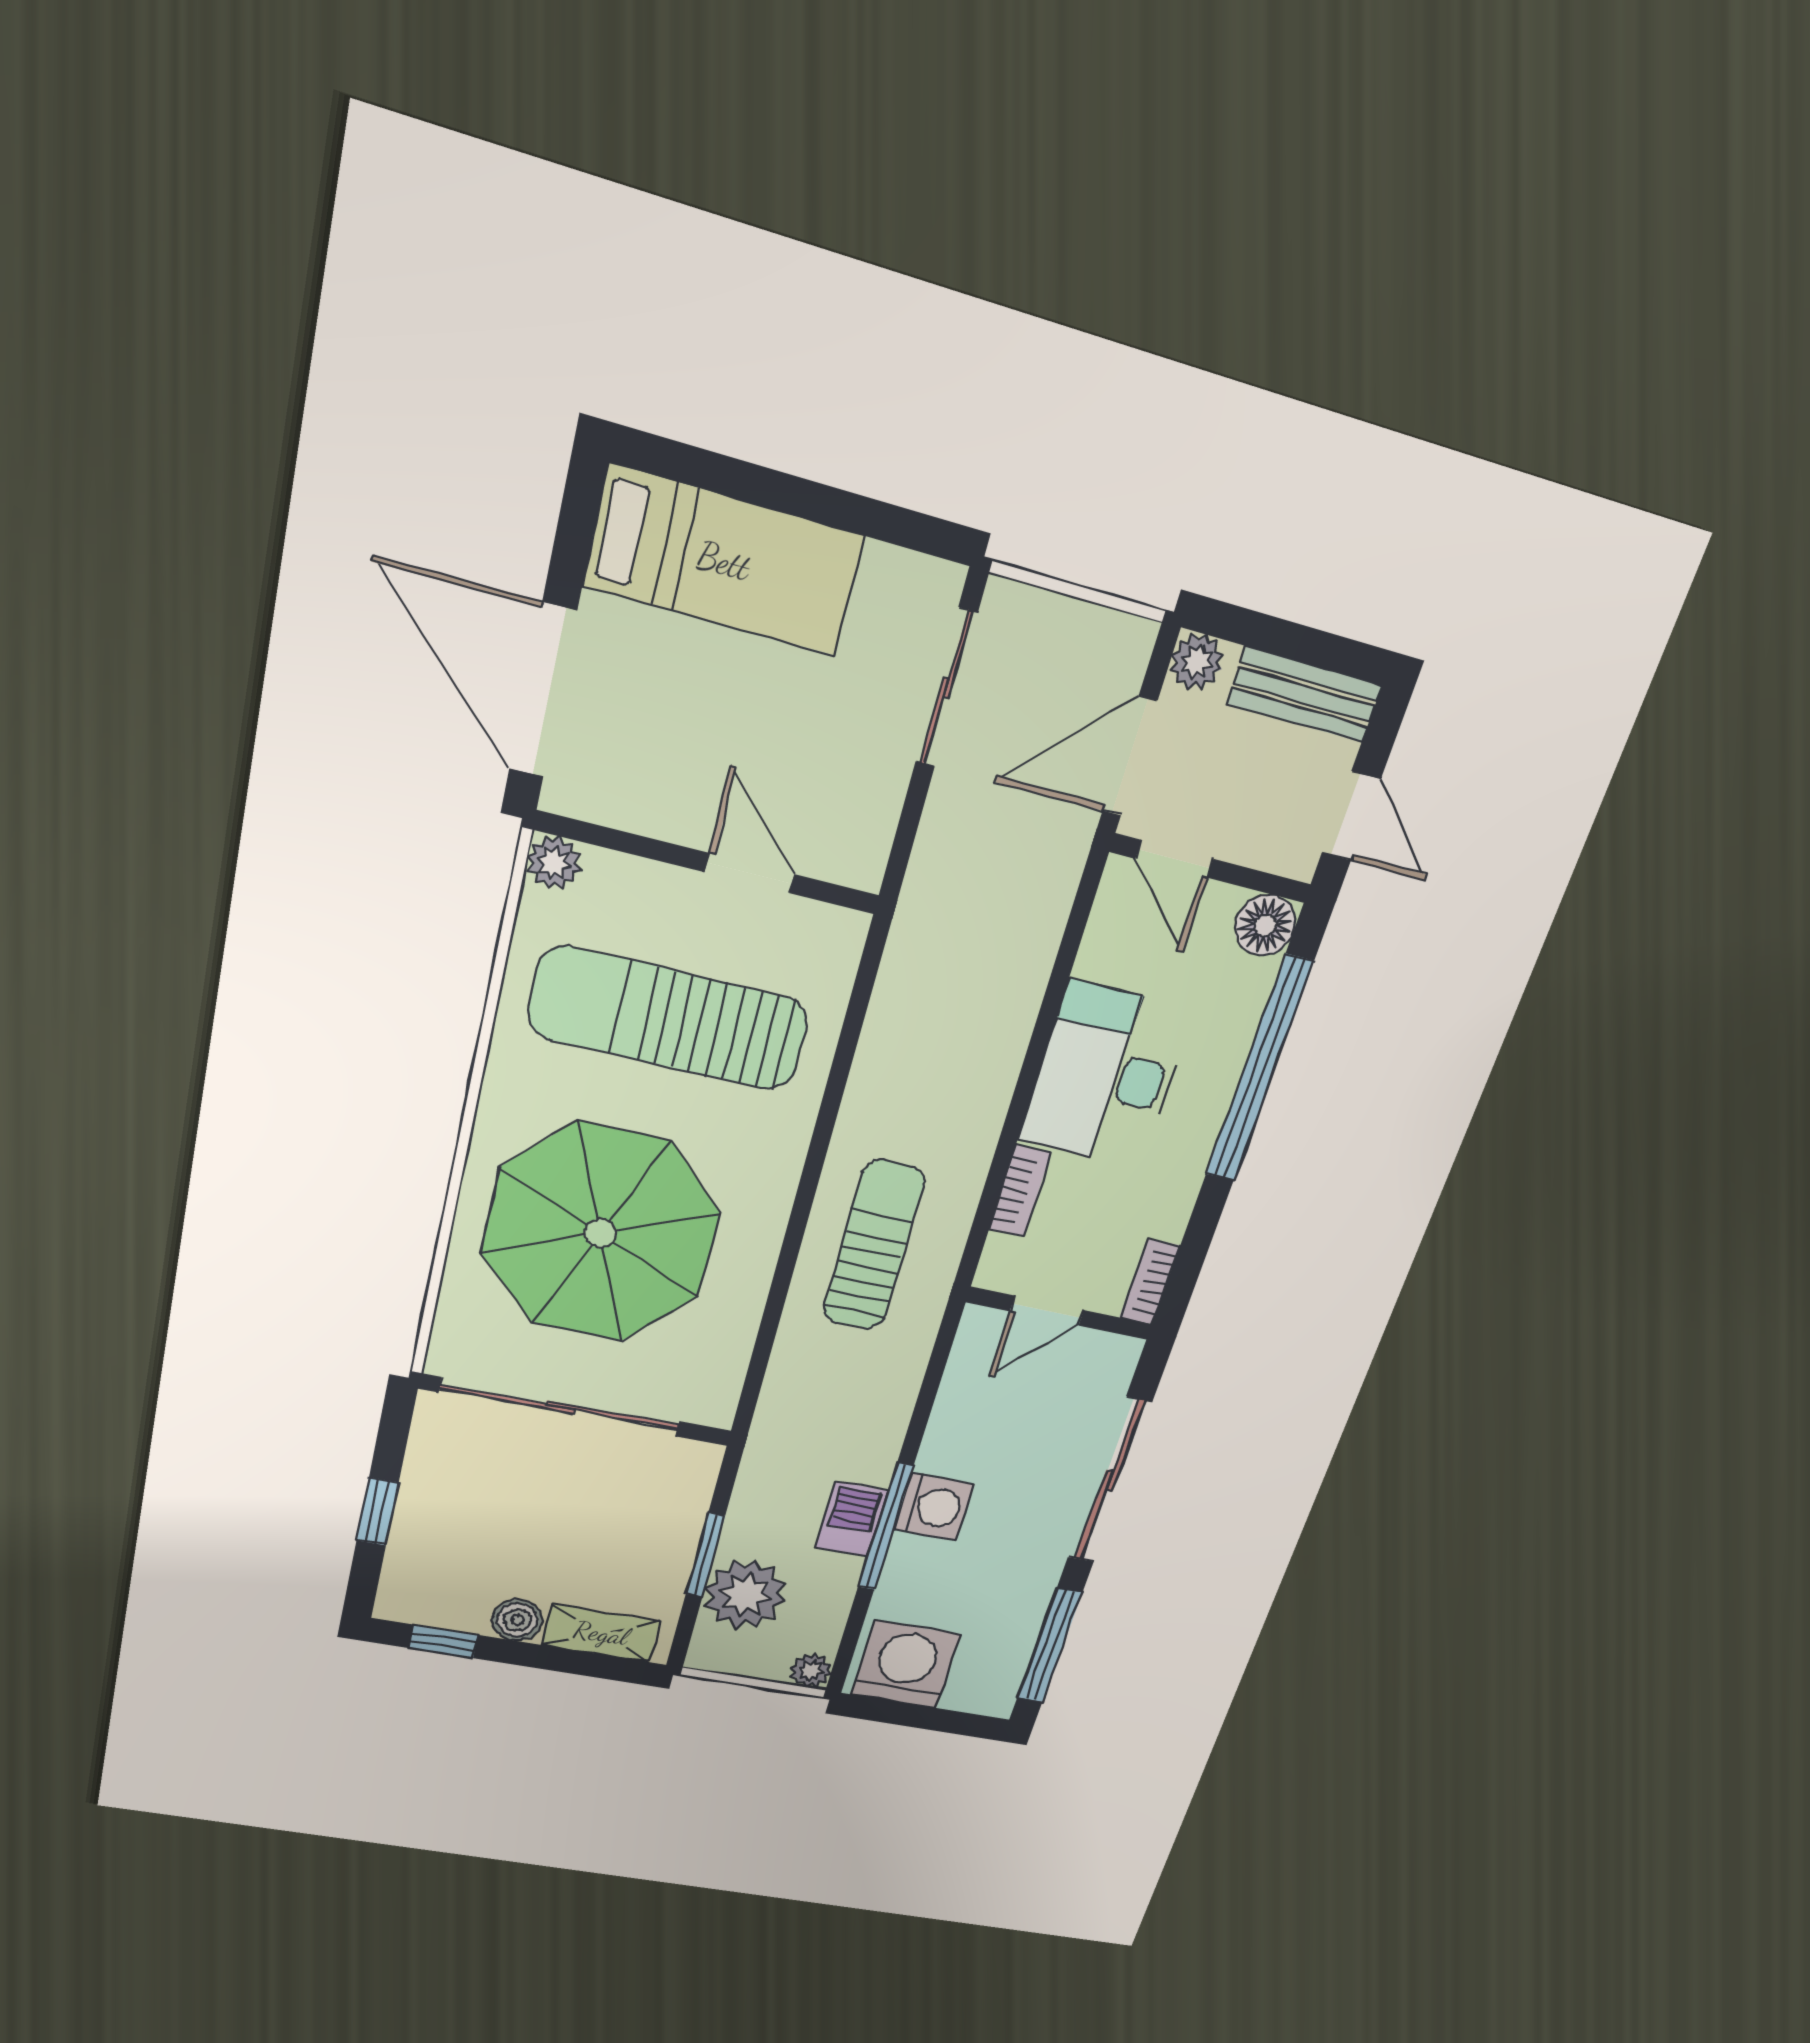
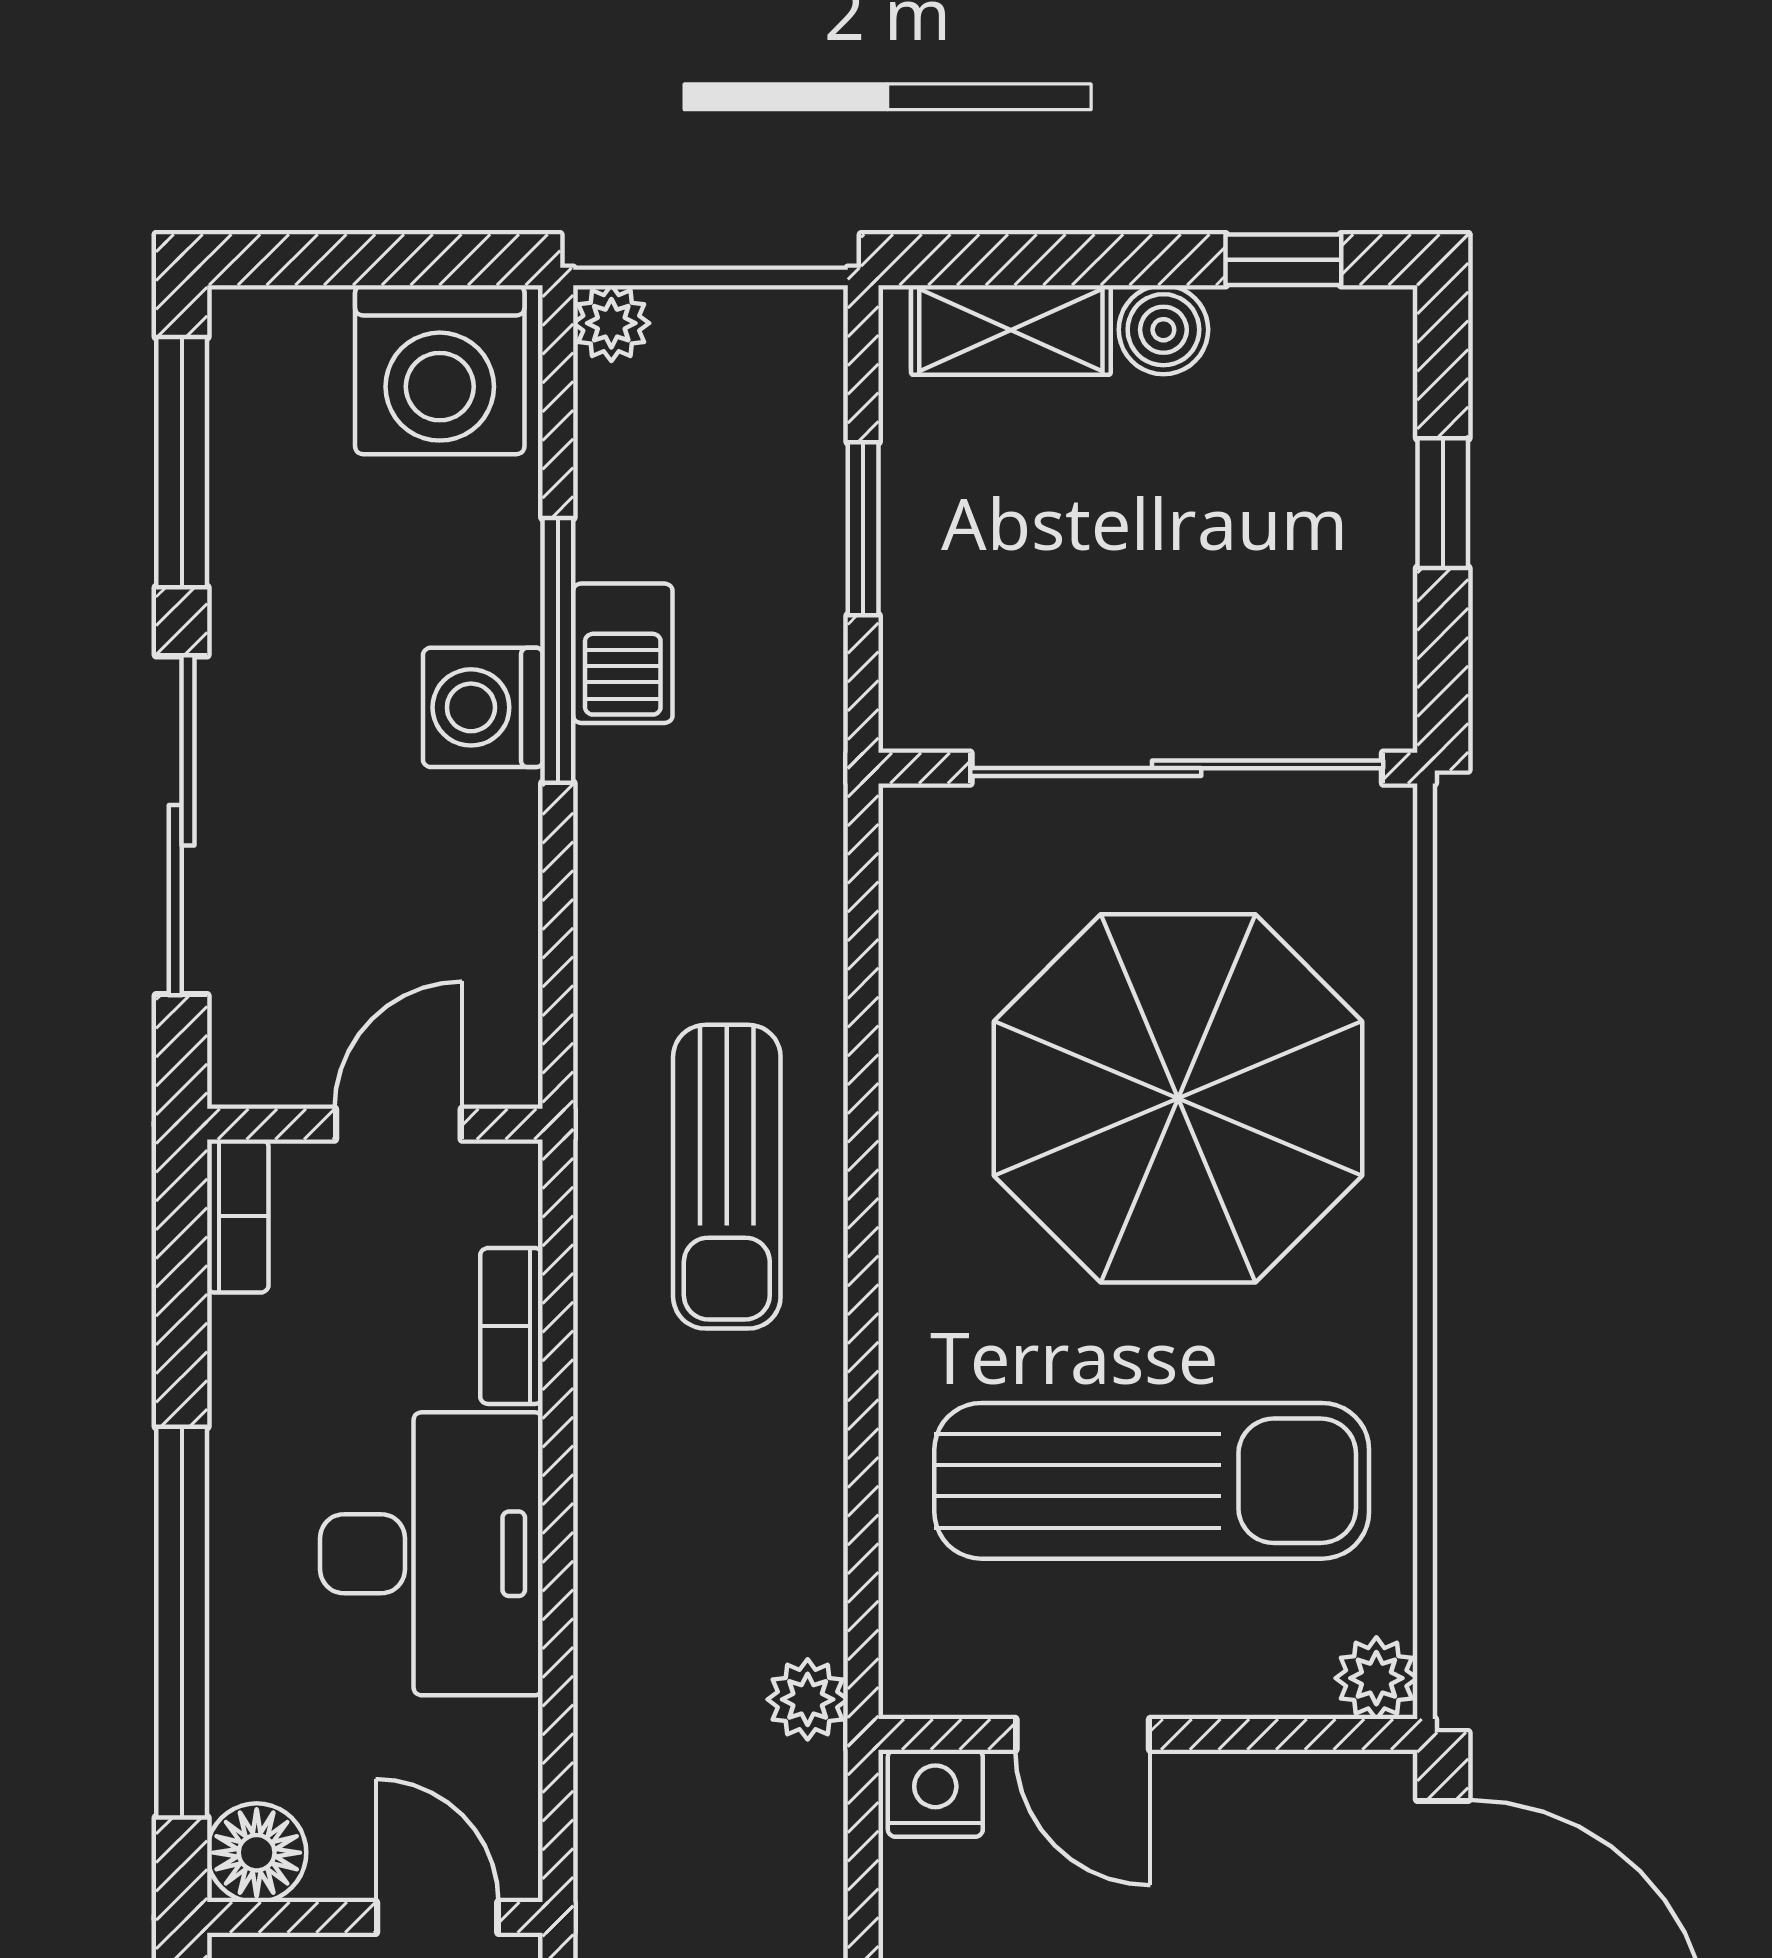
nightstand: (851, 859) -> (935, 1793), added
plant: (745, 1595) -> (808, 1699), moved, width x0.53, depth x0.53

